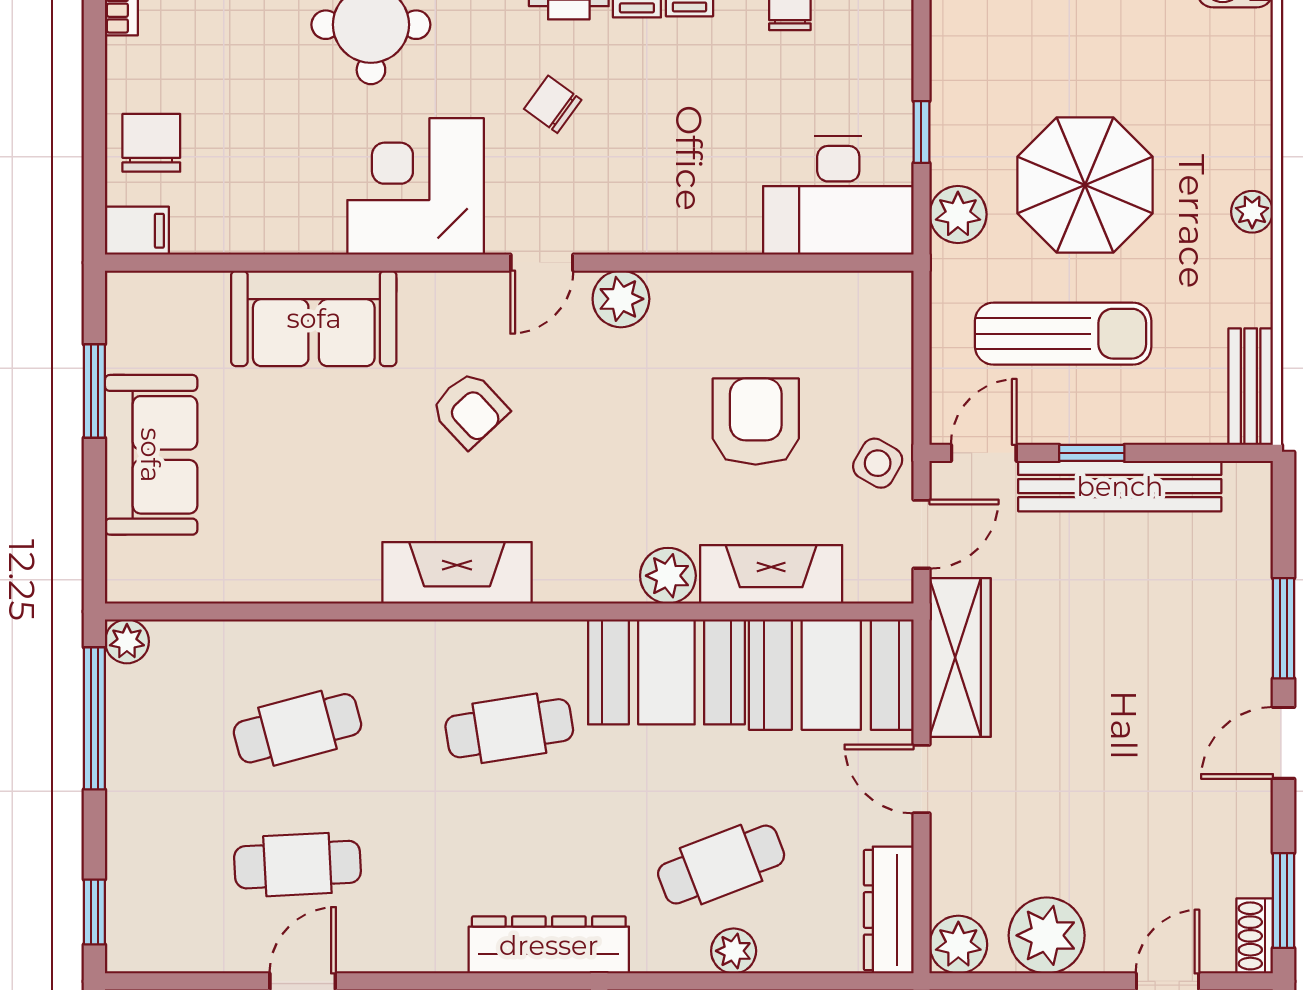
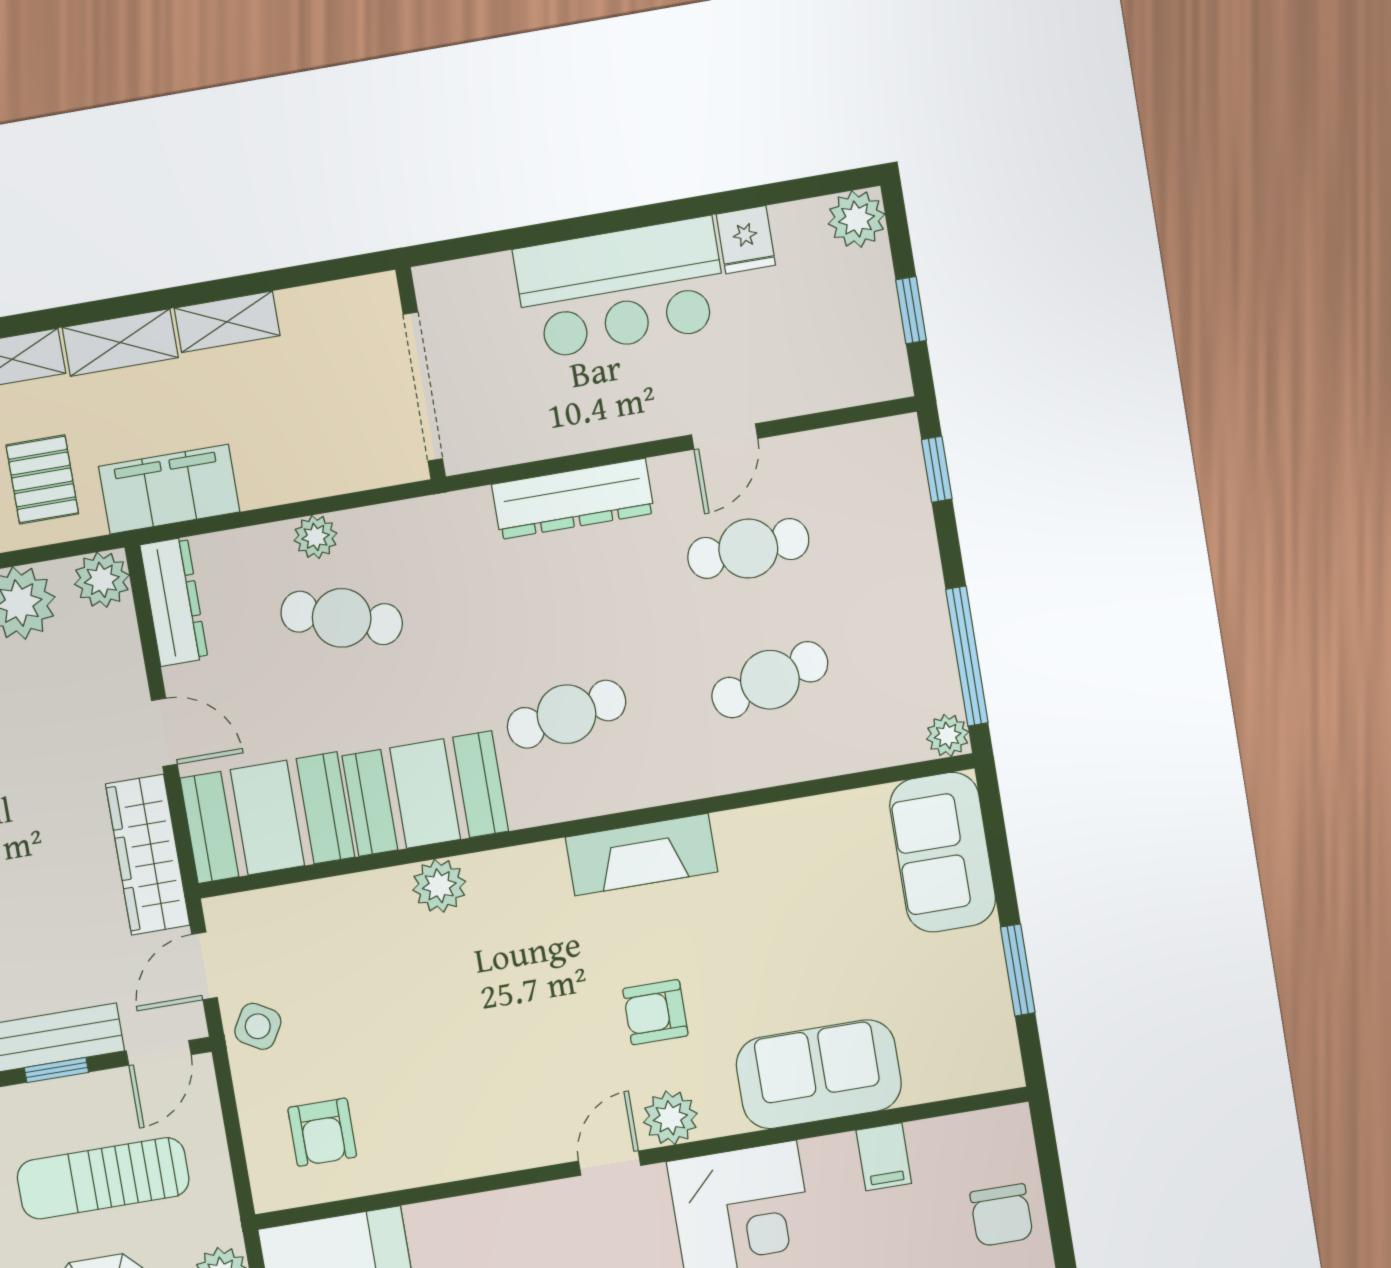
filing cabinet: (137, 231) -> (884, 1157), moved, turned -90
plant: (621, 299) -> (670, 1118), moved
armchair: (469, 410) -> (655, 1012), turned -47
armchair: (756, 421) -> (322, 1132), moved, width x0.72, depth x0.72
sofa: (151, 455) -> (943, 852), moved
fireplace: (771, 574) -> (341, 904), removed
cafe table: (721, 865) -> (342, 618), turned 39
dresser: (549, 945) -> (573, 499), moved

